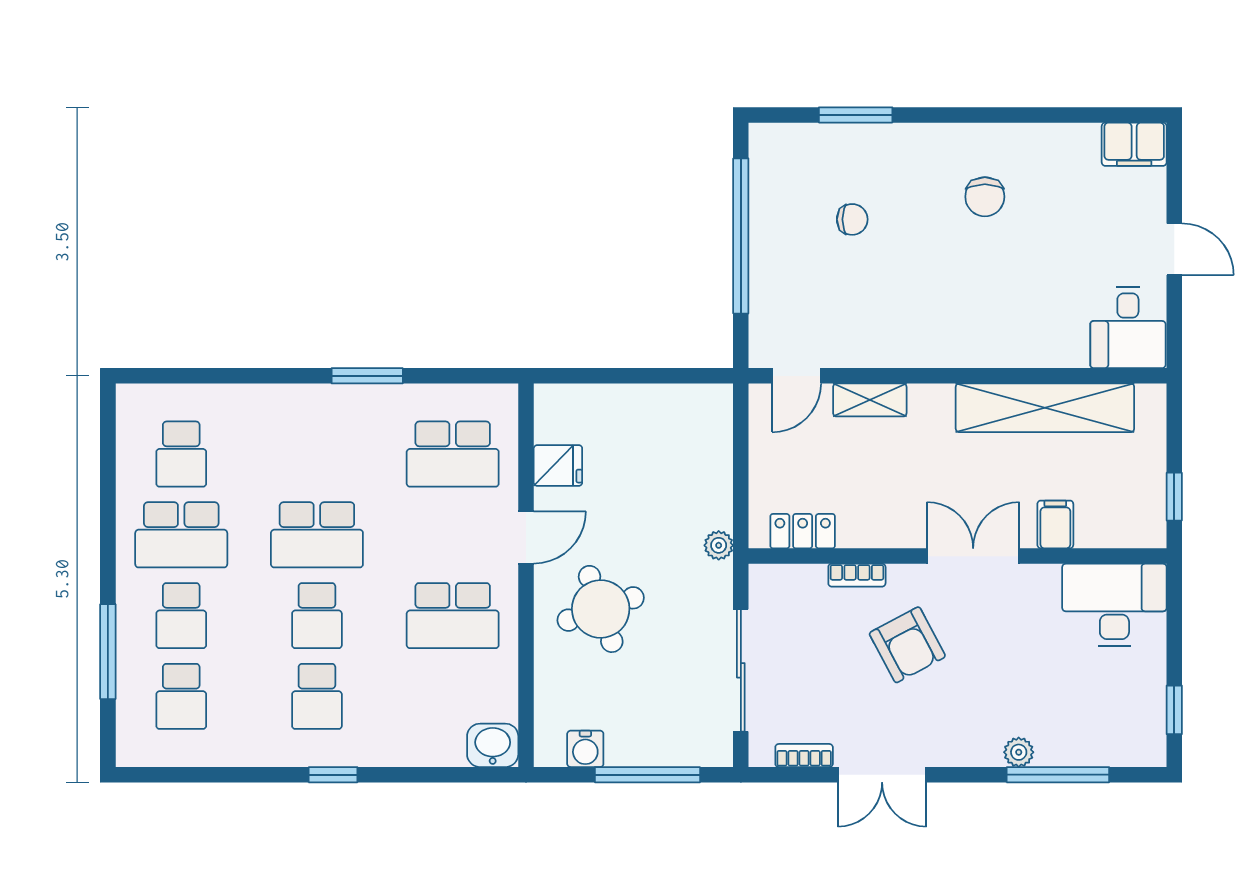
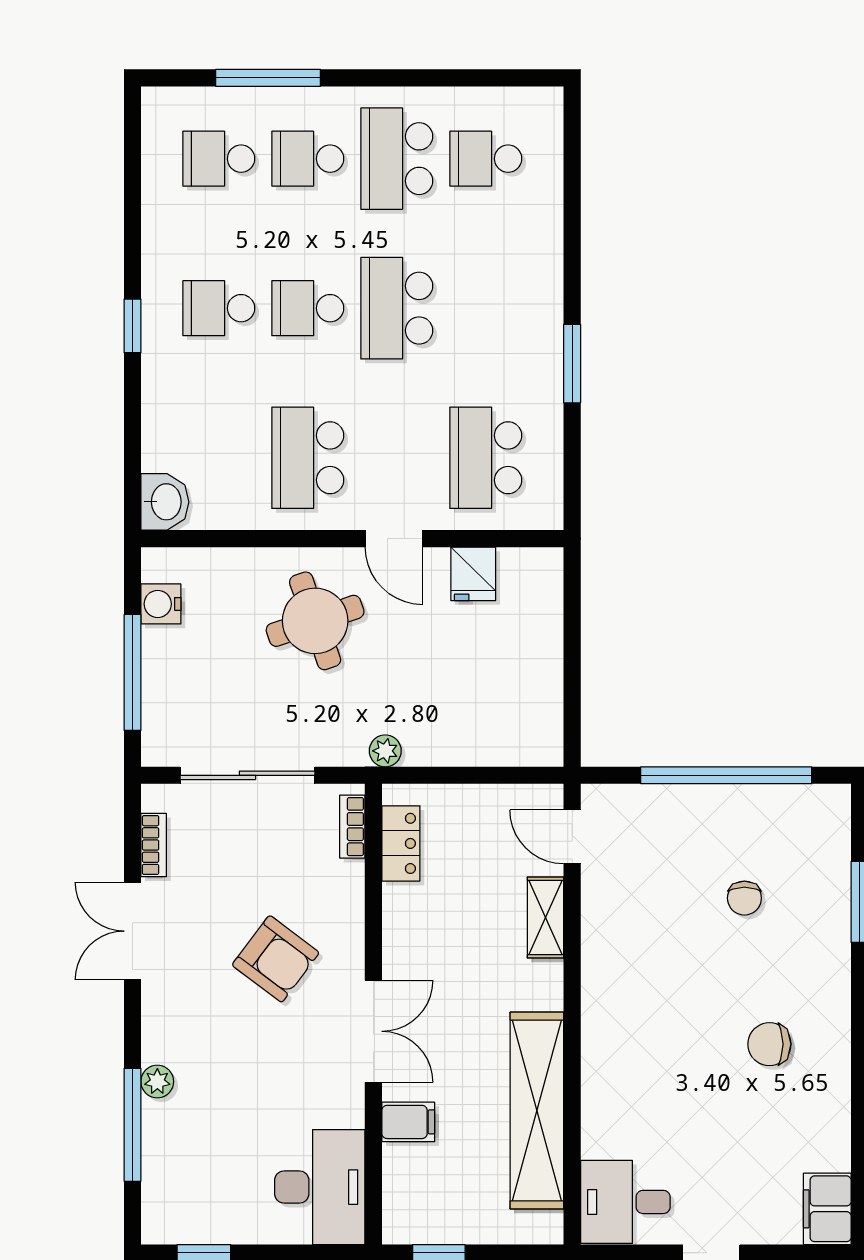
bookcase: (857, 575) -> (352, 827), moved
armchair: (907, 645) -> (276, 959), turned -115

